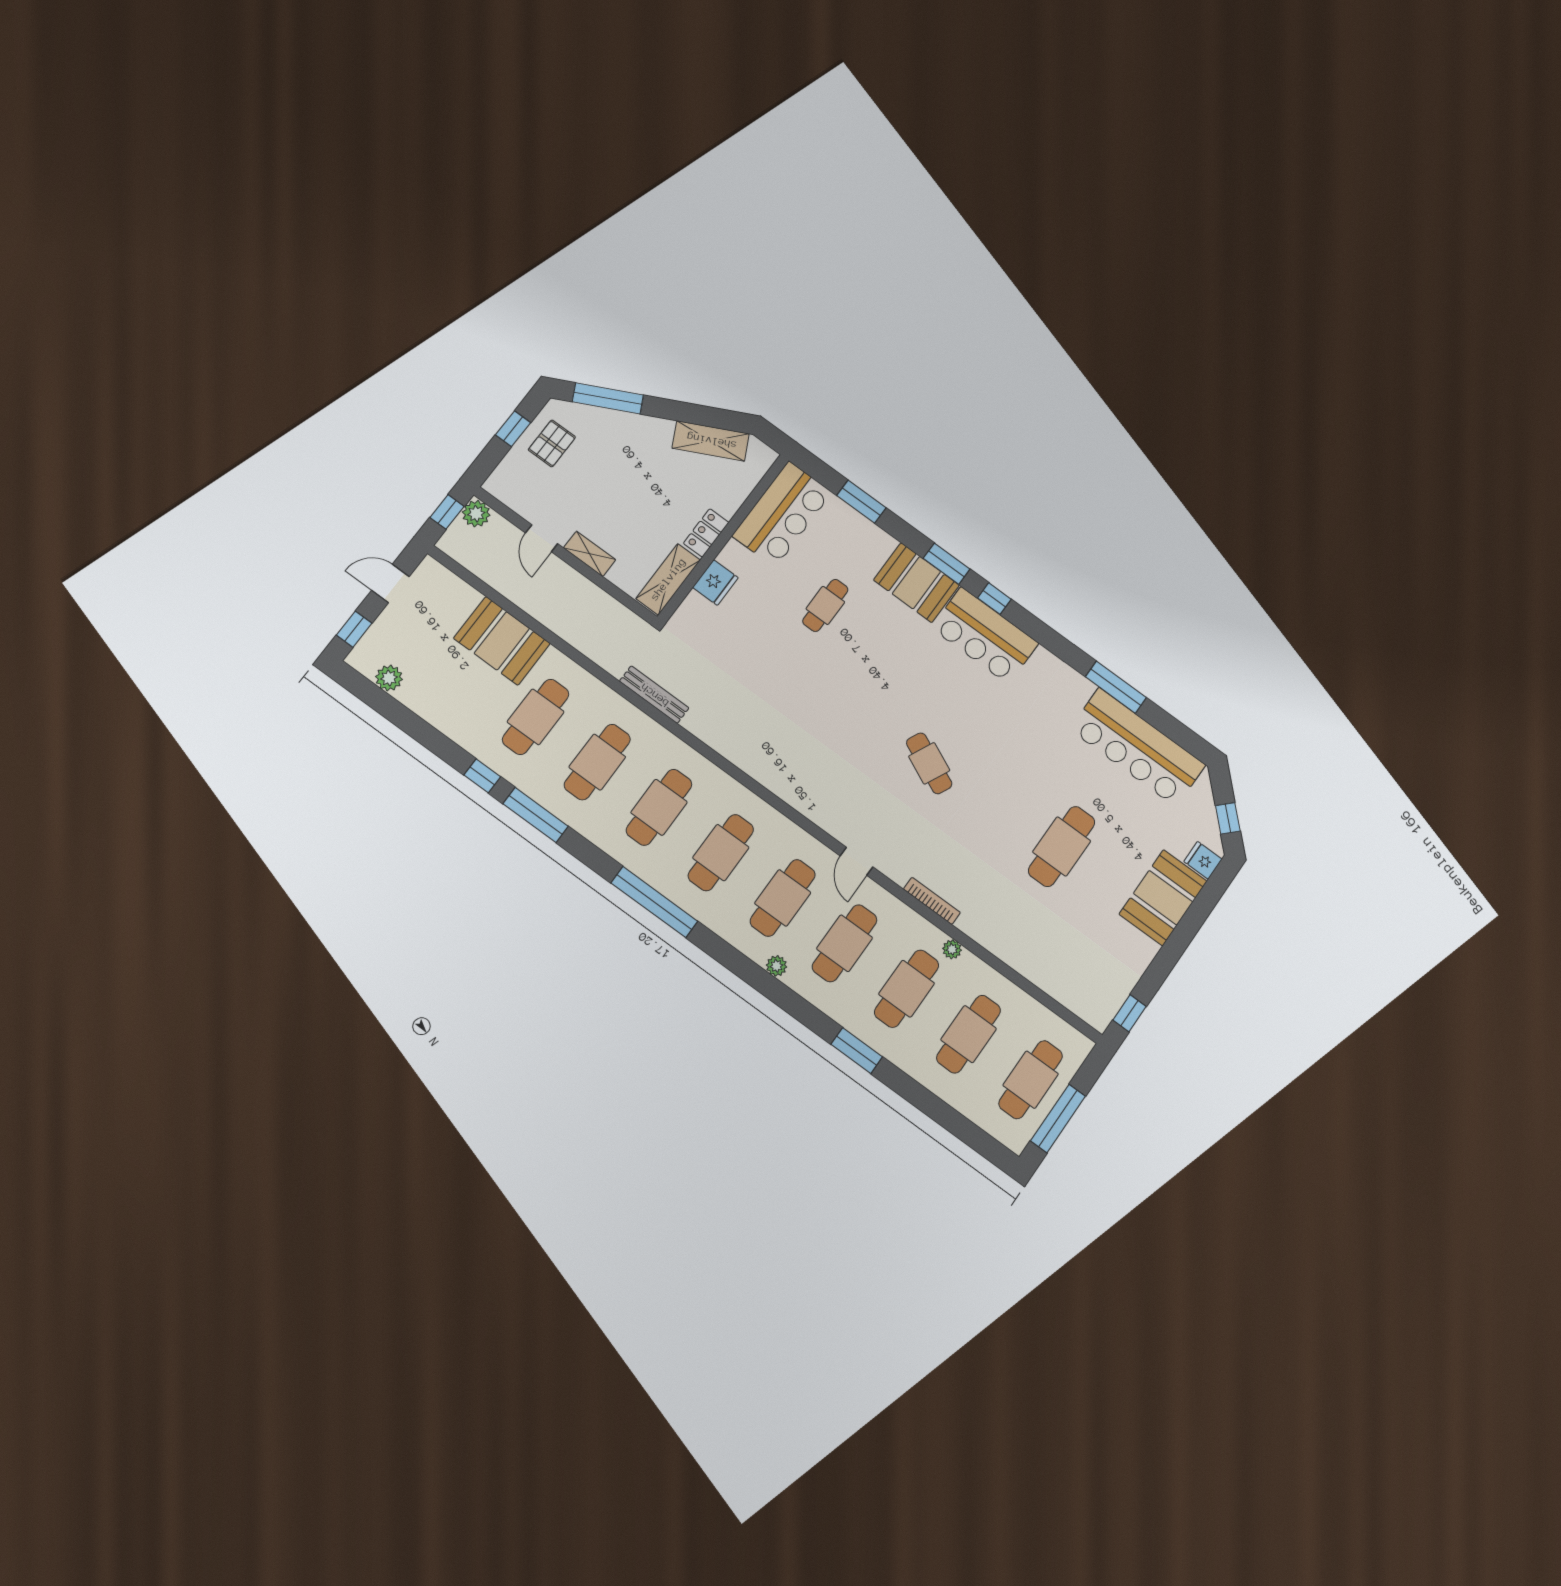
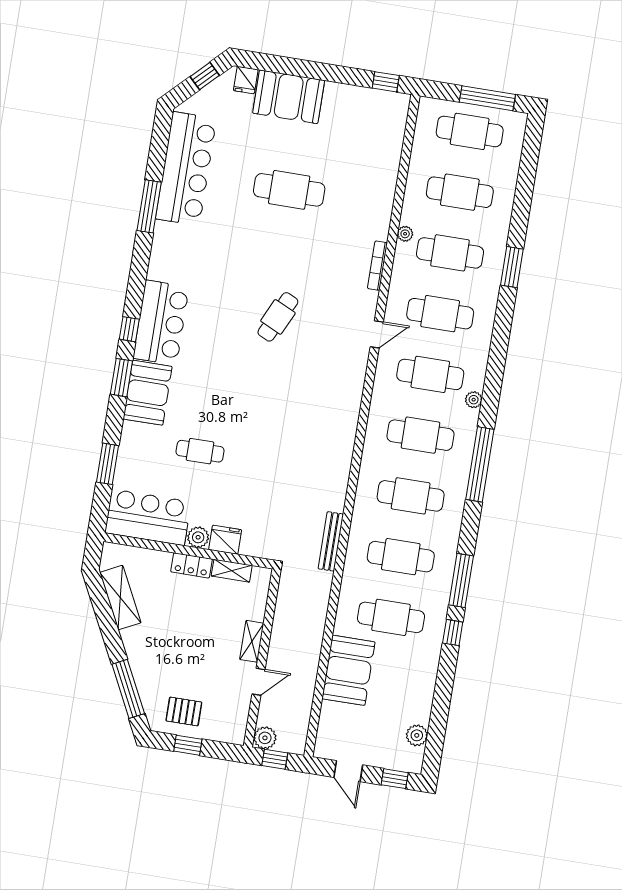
plant: (733, 555) -> (198, 537), added
shelving: (668, 579) -> (232, 571), width x0.67, depth x0.75
plant: (777, 966) -> (474, 400), moved

